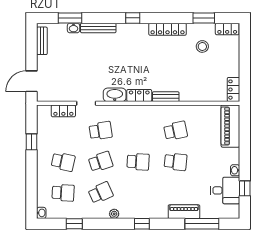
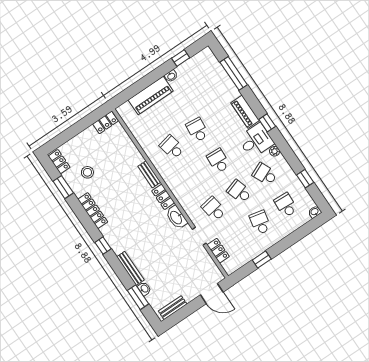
piano: (230, 126) -> (151, 95), moved
desk: (225, 190) -> (256, 141), moved, turned 90
piano: (184, 212) -> (245, 112), moved

